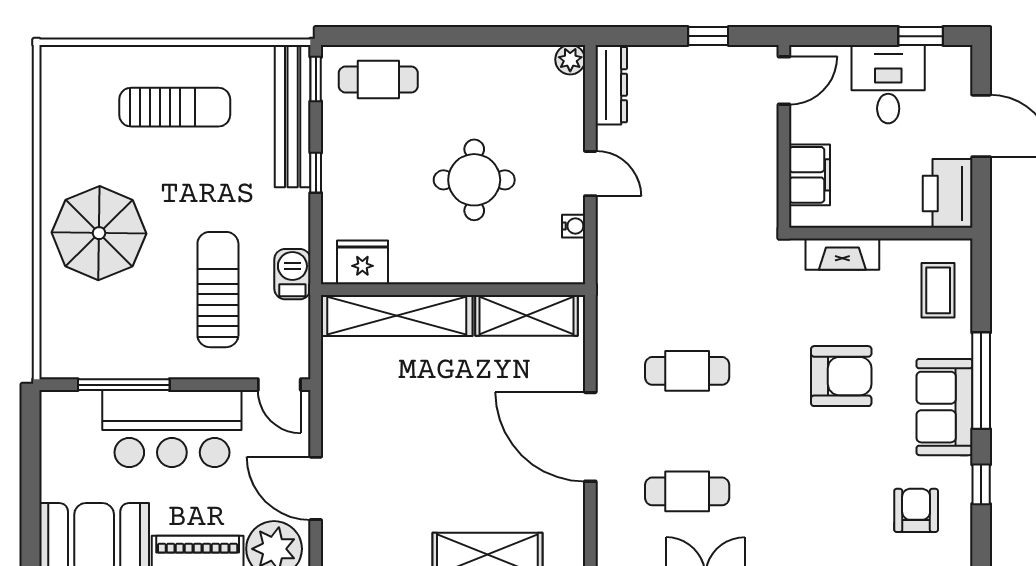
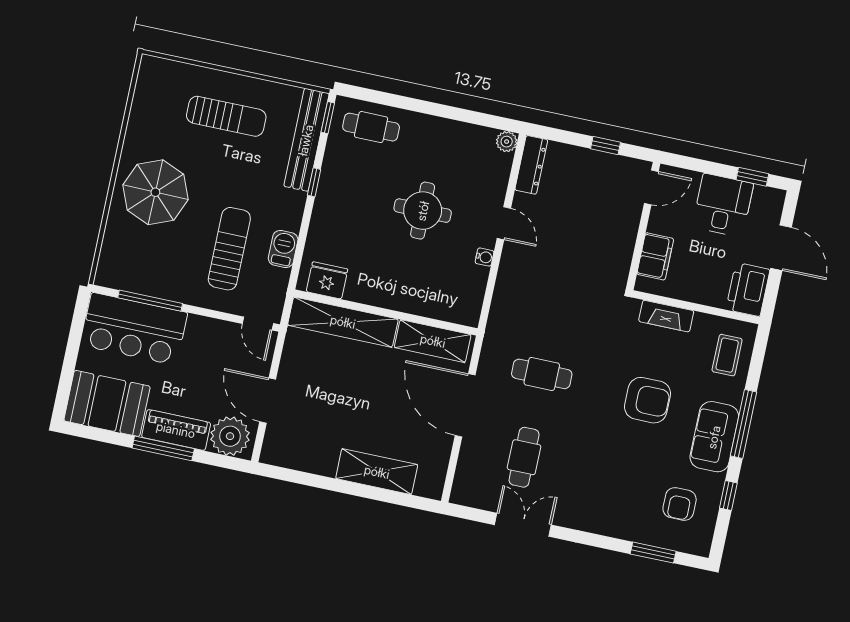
fridge: (362, 262) -> (327, 280), moved
wall: (453, 290) -> (386, 312), moved
shelving: (397, 315) -> (343, 322), moved
shelving: (526, 315) -> (433, 341), moved
bar counter: (172, 429) -> (134, 329), moved
cafe table: (687, 491) -> (524, 457), turned 90
armchair: (916, 510) -> (680, 504), turned 180

